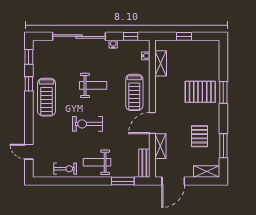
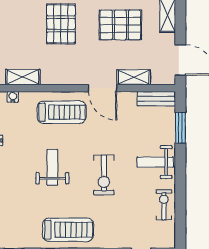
pallet: (199, 136) -> (120, 25), width x1.50, depth x1.42
weight bench: (97, 162) -> (155, 162), turned 90

